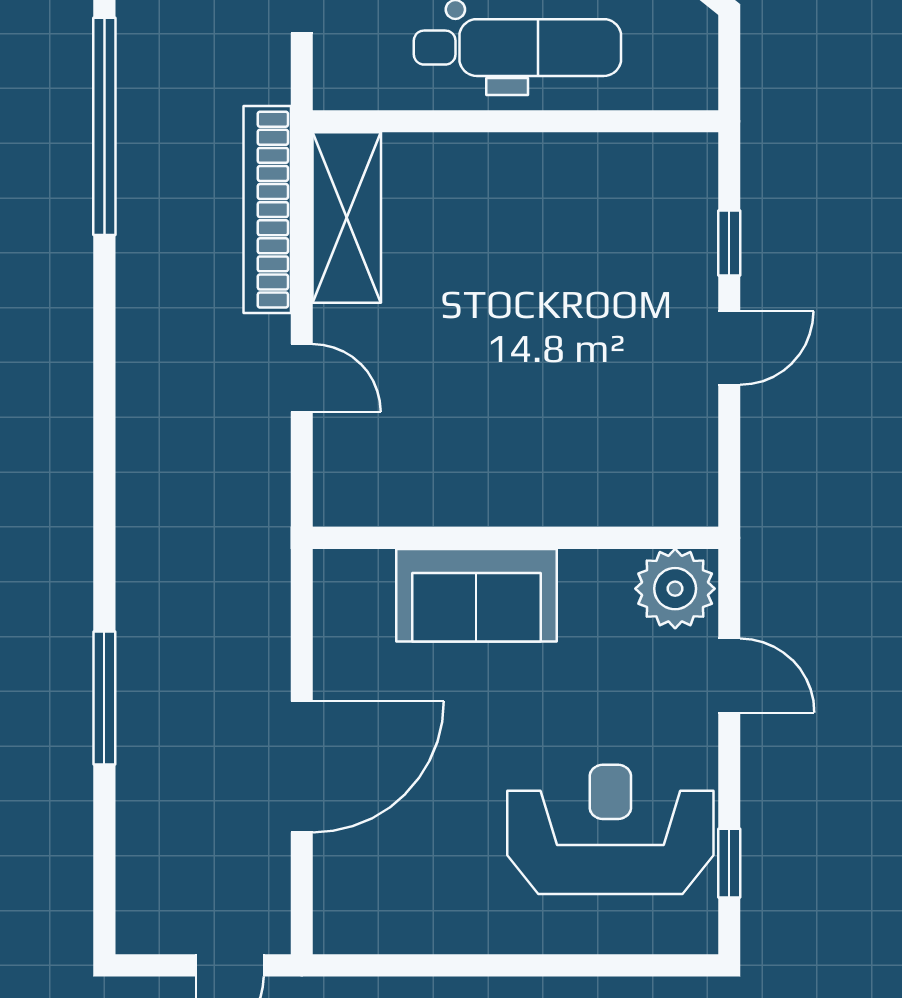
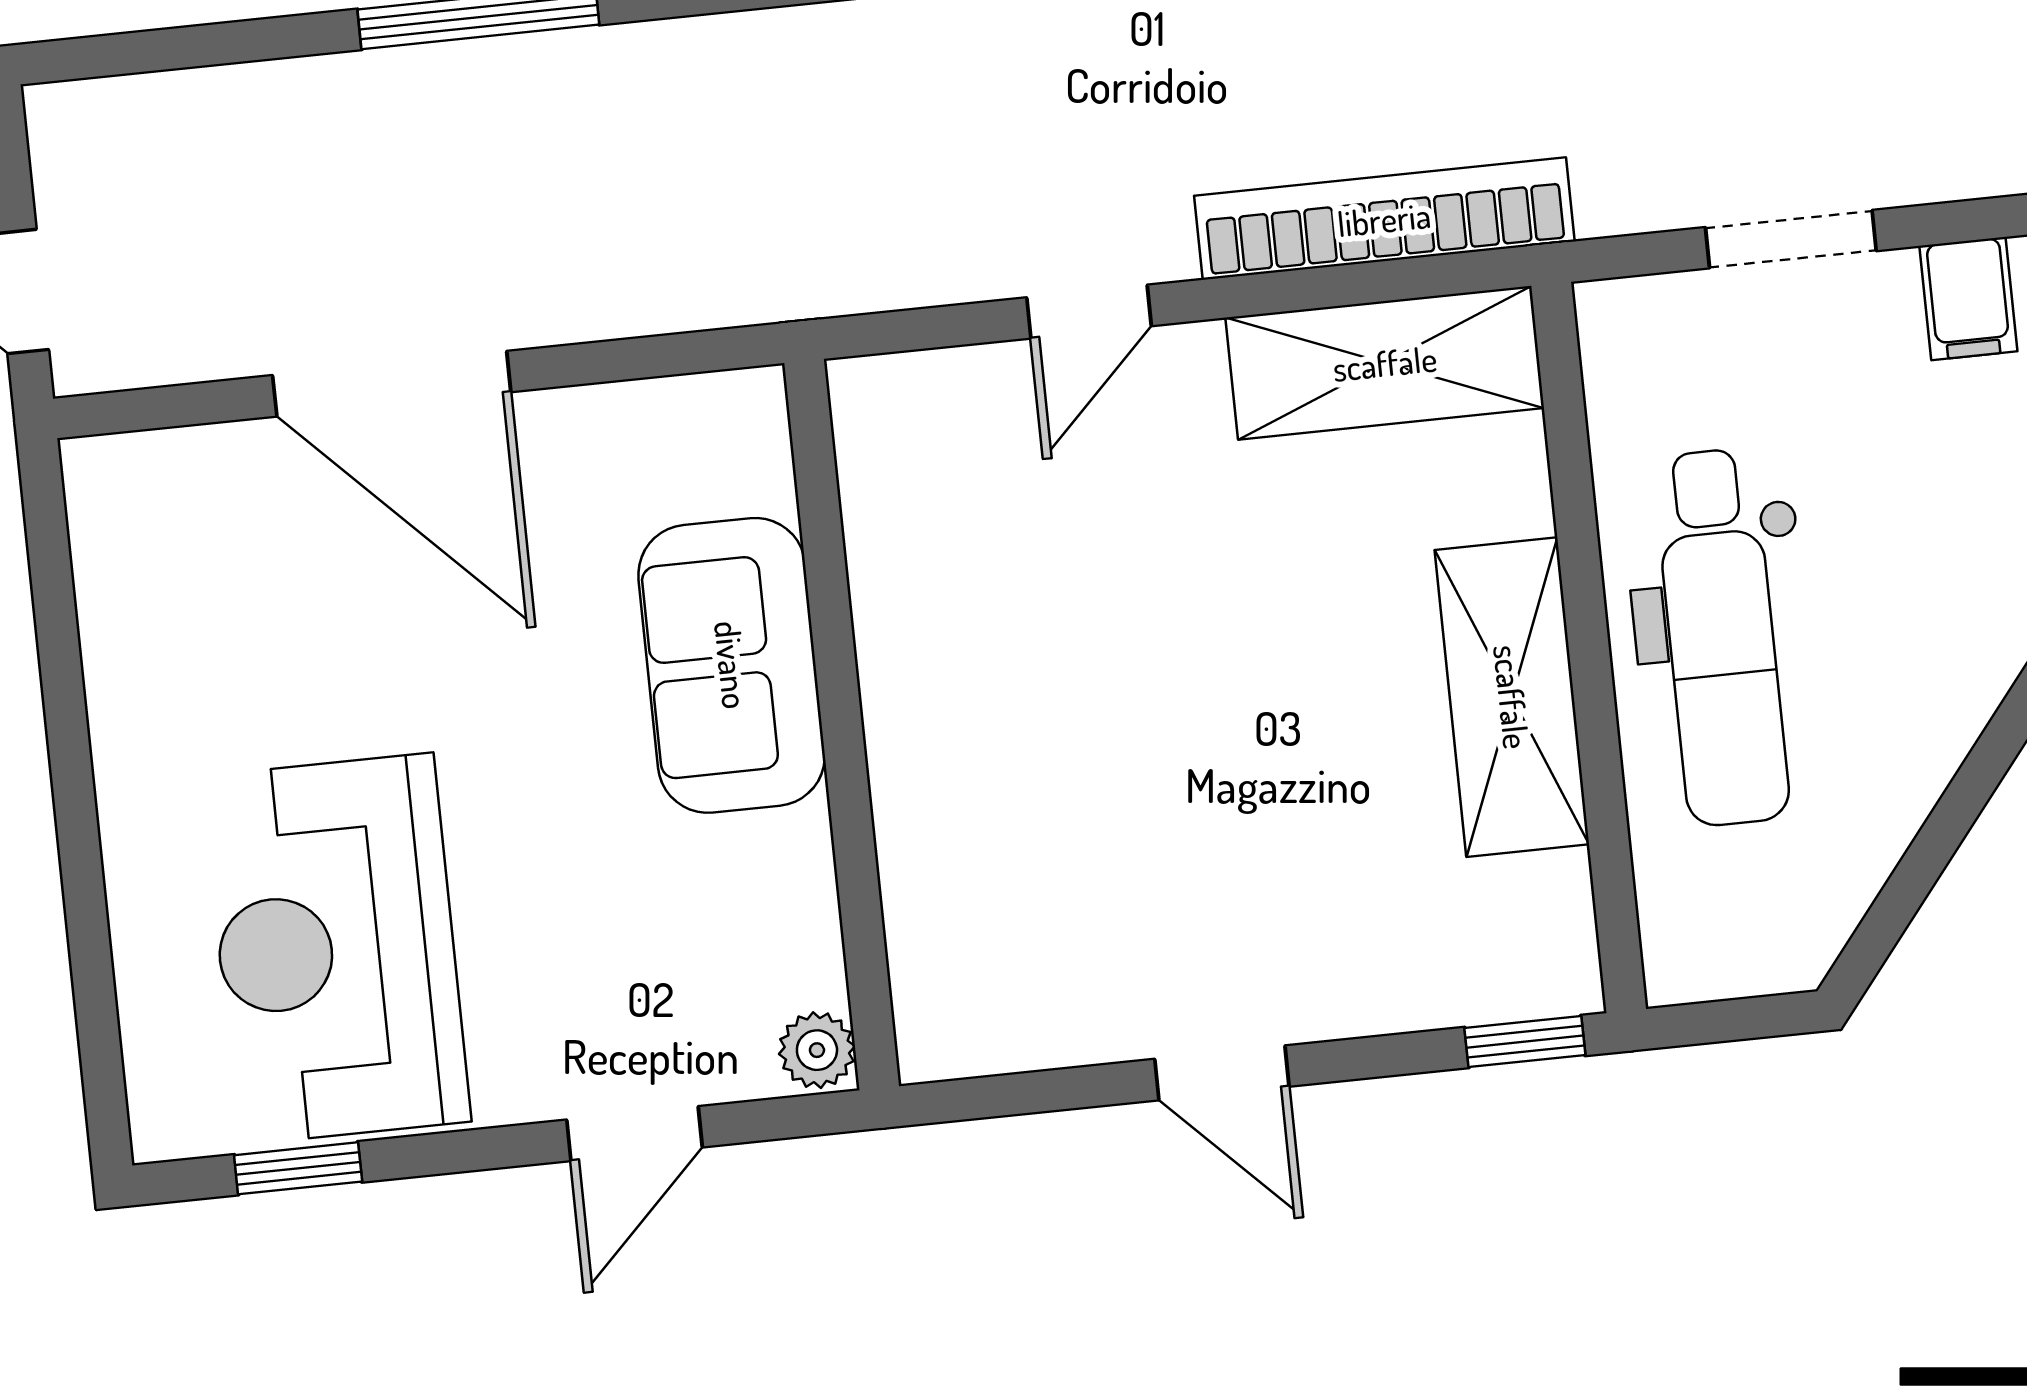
shelving: (539, 167) -> (1512, 697), added
window: (729, 243) -> (1525, 1042), moved
plant: (675, 589) -> (817, 1050), width x0.53, depth x0.53
reception desk: (610, 829) -> (336, 949), turned 180

